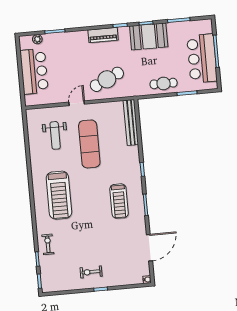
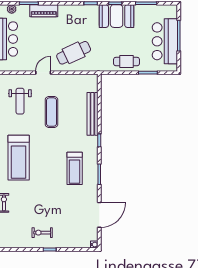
piano: (103, 35) -> (44, 11), moved
bench: (131, 123) -> (92, 114), moved
exercise mat: (89, 144) -> (51, 112), width x0.73, depth x0.69

